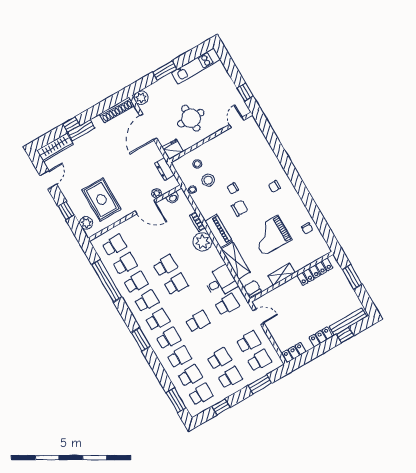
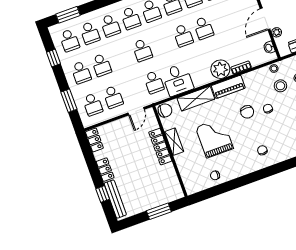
locker: (315, 272) -> (160, 147), moved

